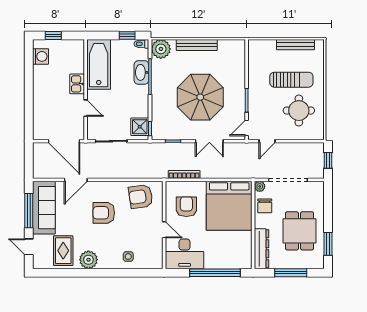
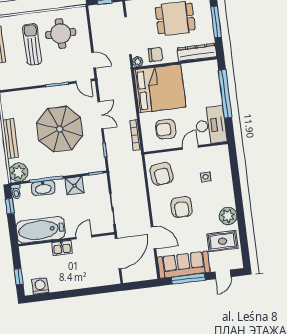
shower: (140, 127) -> (74, 186), moved
side table: (128, 257) -> (206, 177), moved

